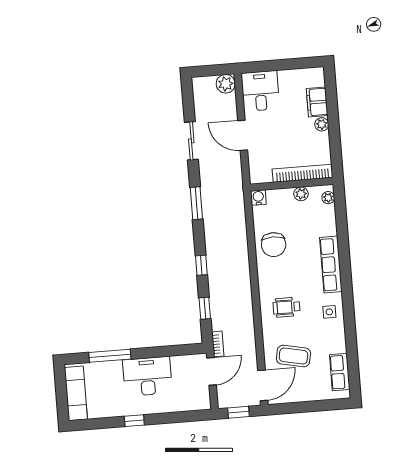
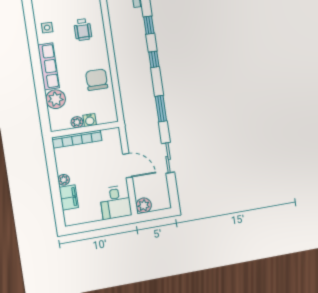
water cooler: (258, 198) -> (90, 120), moved
plant: (328, 198) -> (56, 99), moved, width x1.88, depth x1.88
wheelchair: (286, 307) -> (83, 30), turned 90

